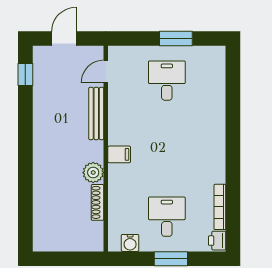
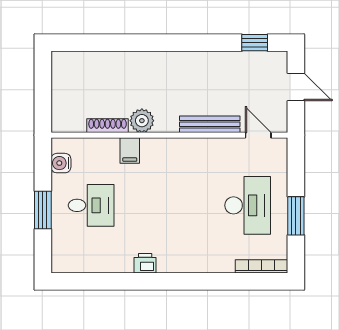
desk: (167, 81) -> (248, 205), width x1.37
filing cabinet: (119, 154) -> (130, 151), moved
bookcase: (220, 207) -> (262, 266), moved
printer: (217, 241) -> (145, 263), moved

